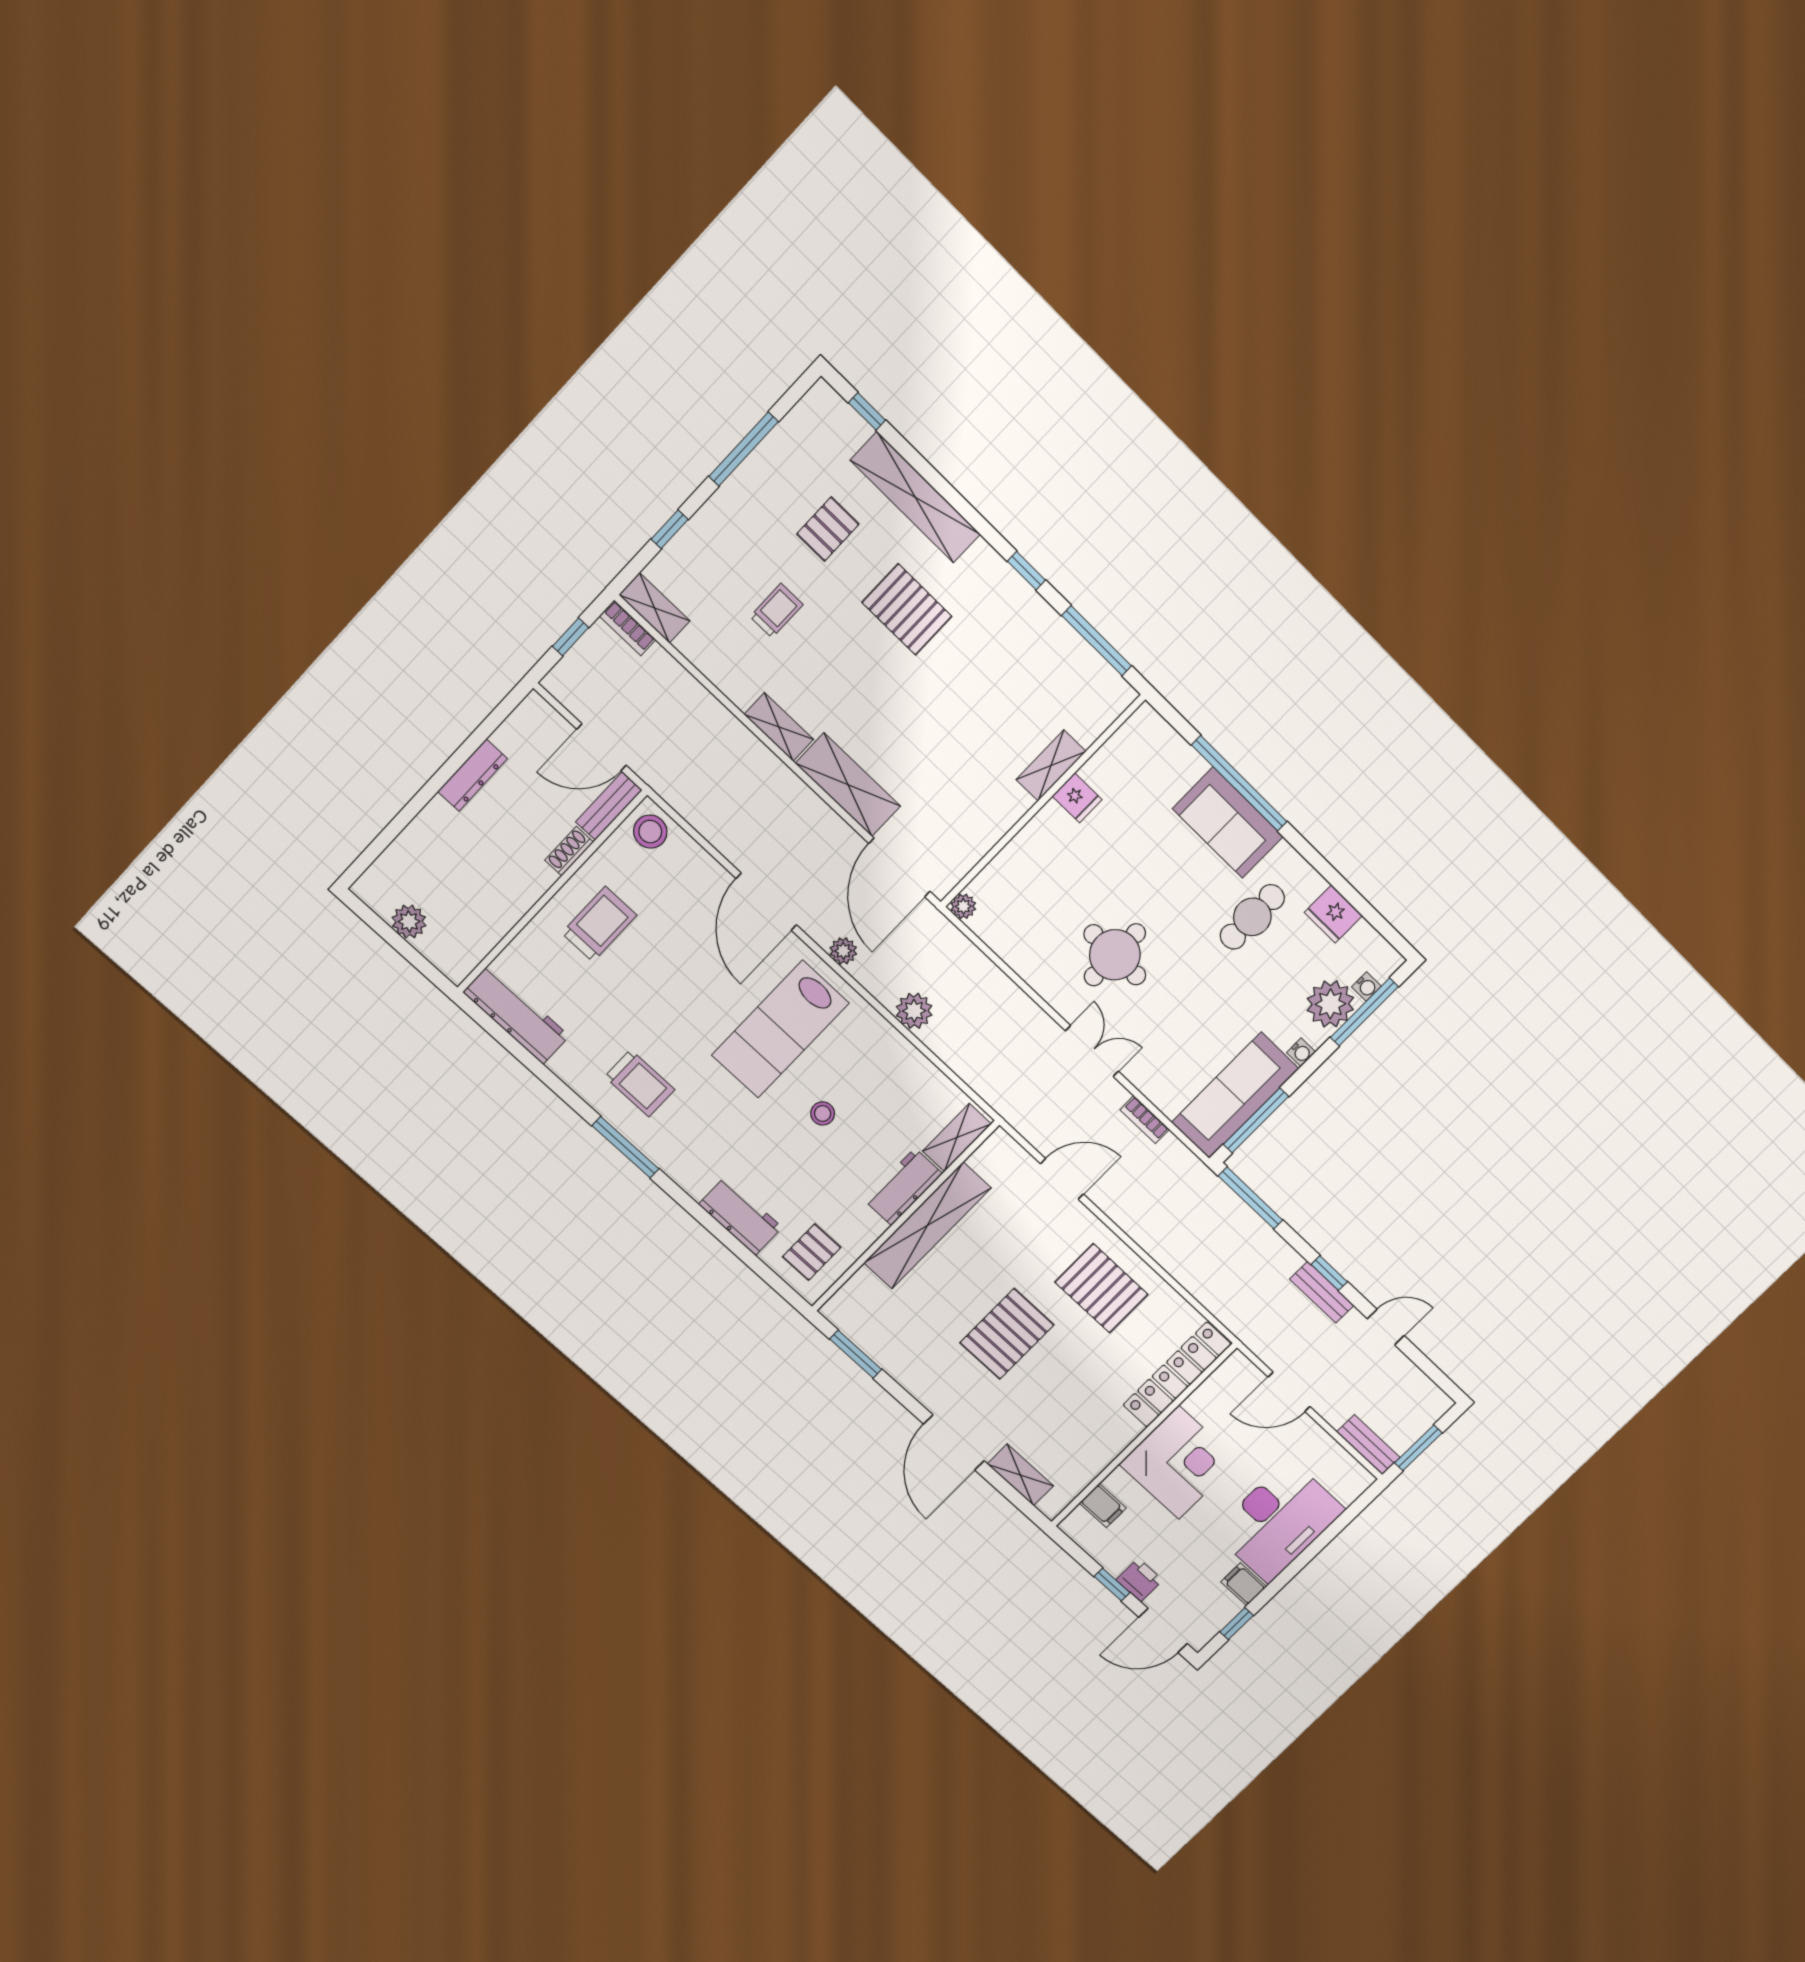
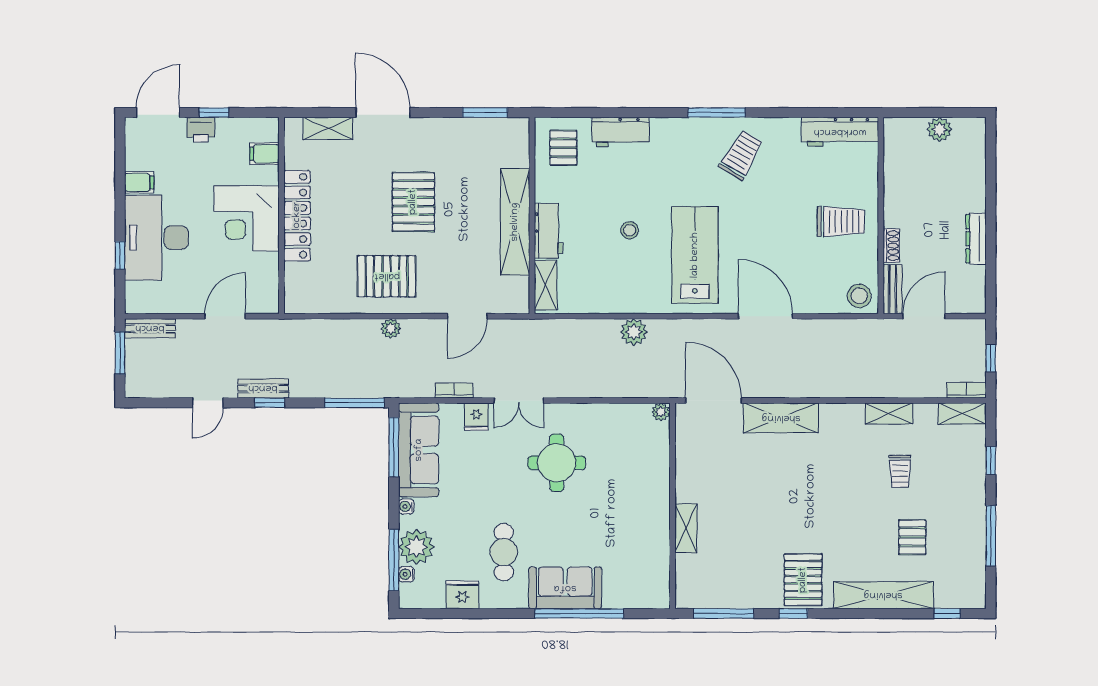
pallet: (907, 609) -> (803, 580), moved, turned 90
shelving: (779, 727) -> (889, 413), moved
fridge: (1077, 798) -> (476, 417), moved, turned -90
trolley: (599, 924) -> (841, 222), turned -90
plant: (843, 951) -> (391, 328), moved
trolley: (640, 1083) -> (741, 155), turned 121
locker: (1177, 1375) -> (297, 216), moved
window: (1237, 1624) -> (120, 255), moved

